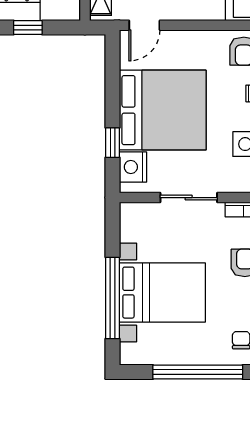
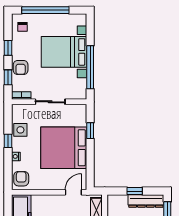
nightstand: (133, 167) -> (79, 118), removed
window: (113, 298) -> (90, 67), moved

